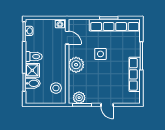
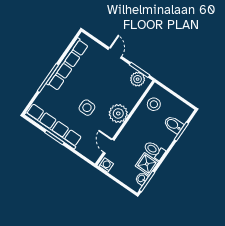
shower: (32, 70) -> (147, 164), moved
row of seats: (135, 74) -> (67, 64), width x1.36

